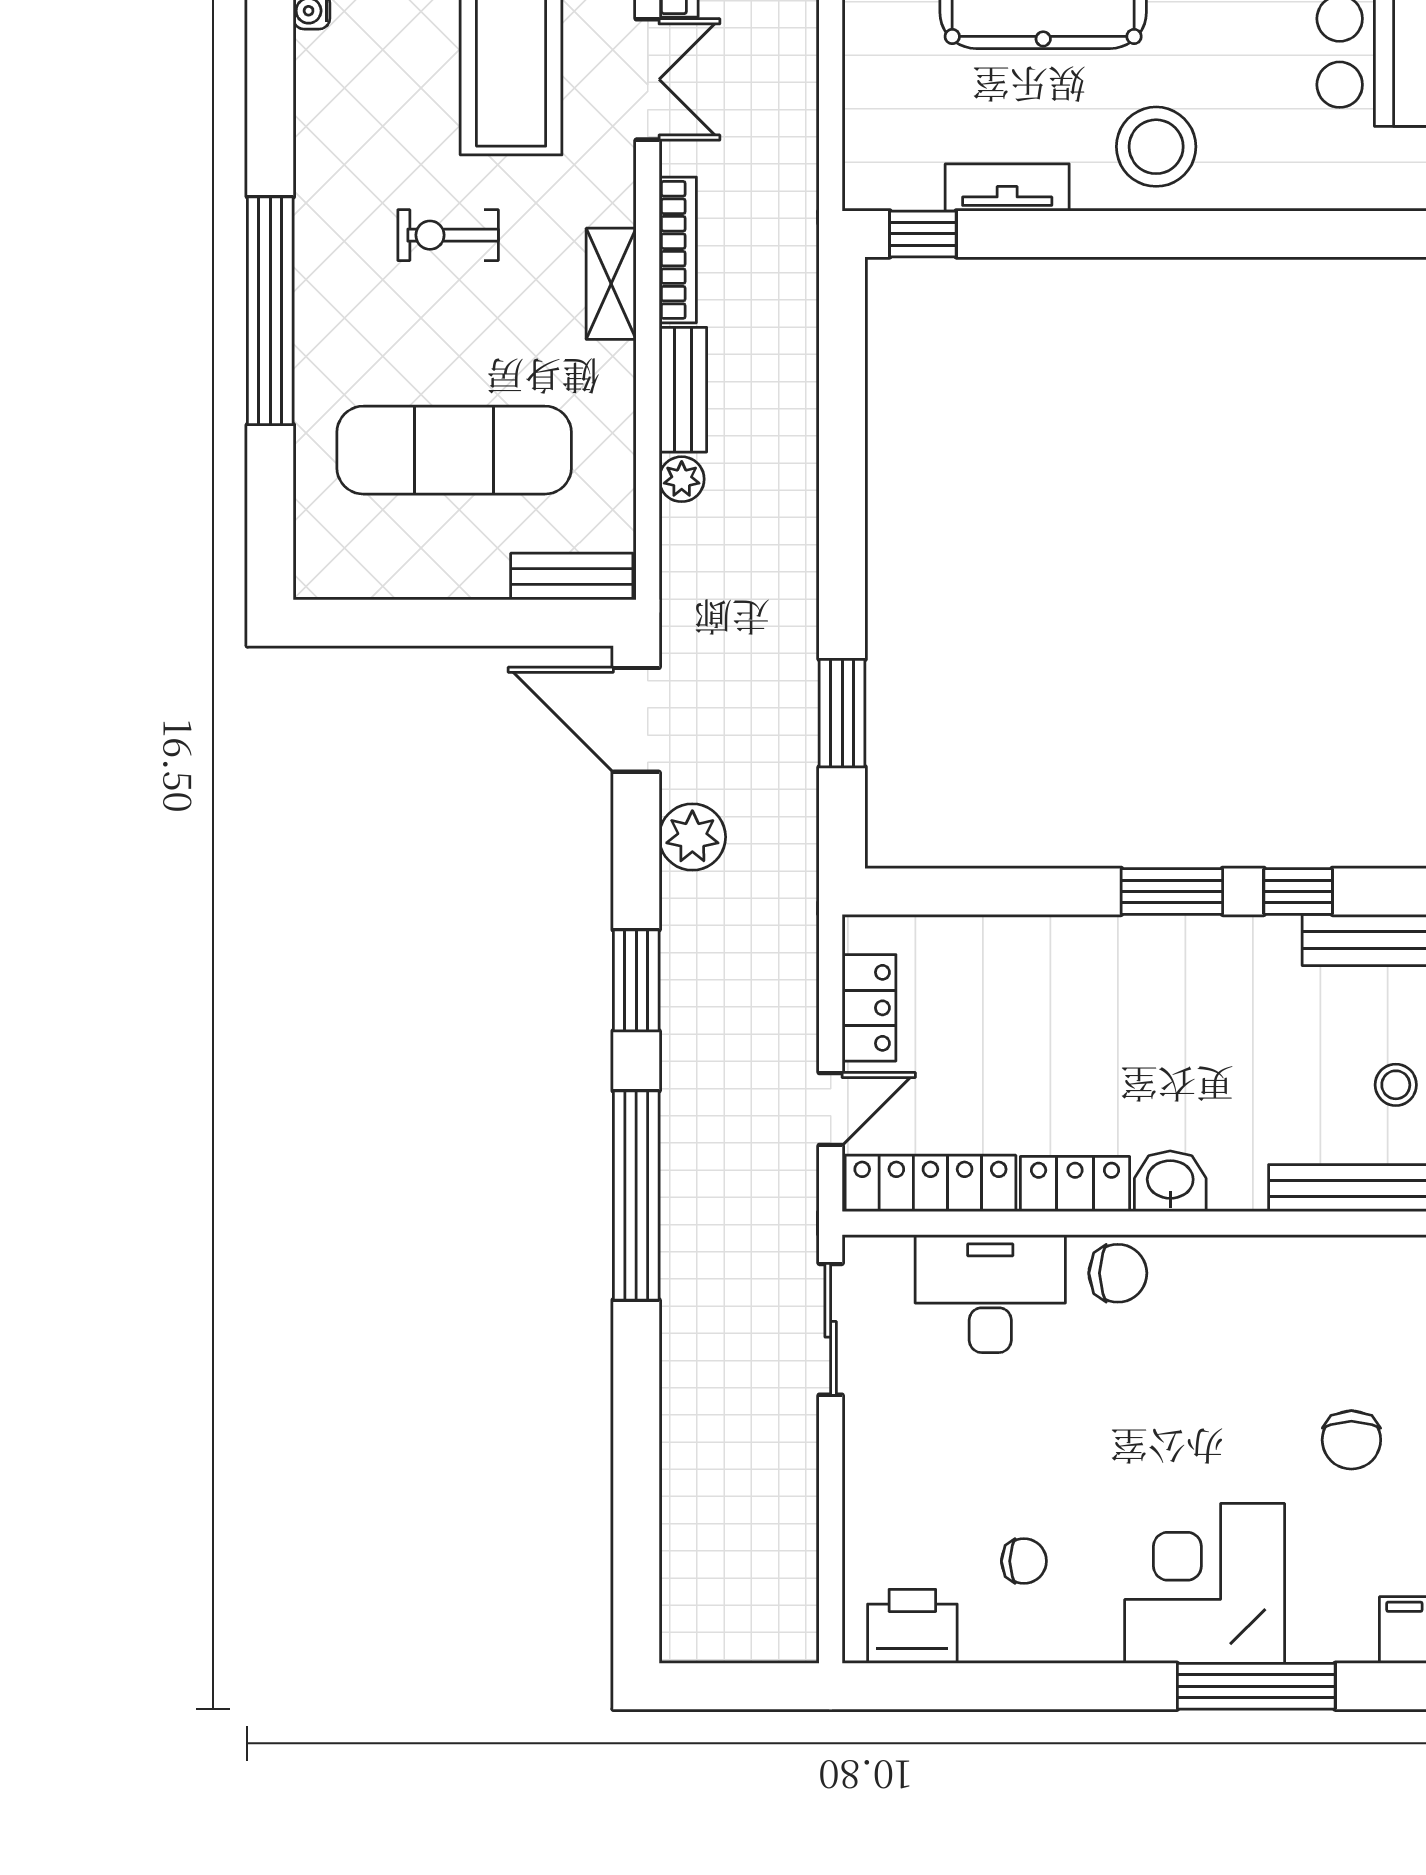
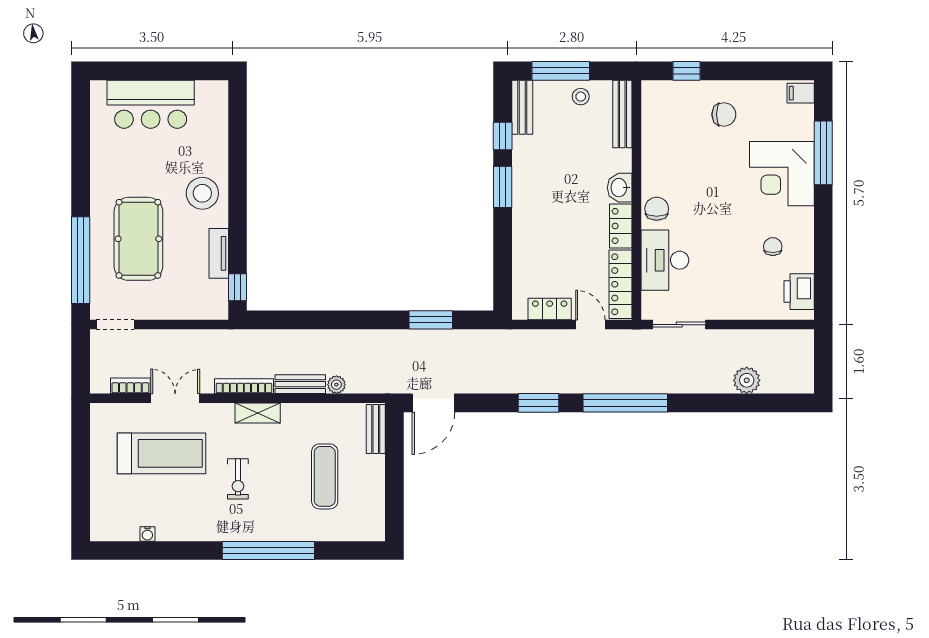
exercise mat: (454, 450) -> (325, 476), width x0.73, depth x0.69
plant: (692, 837) -> (747, 380), moved

